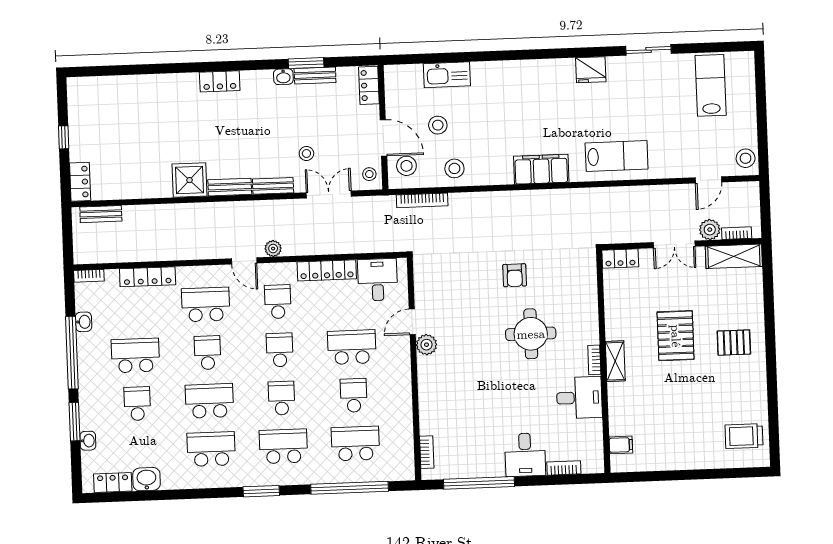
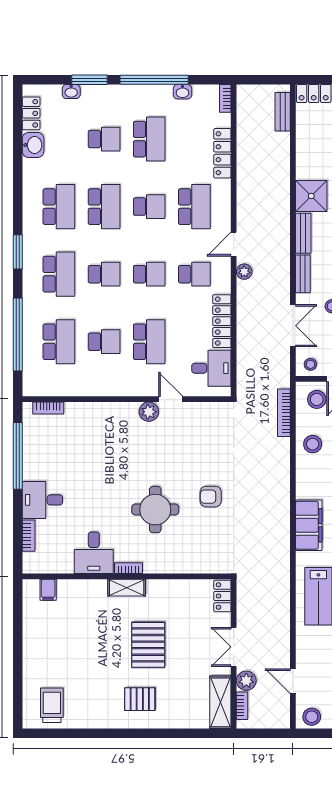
pallet: (676, 336) -> (148, 645), turned 90
pallet: (734, 343) -> (140, 699), turned 90

